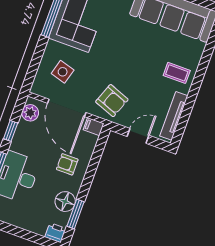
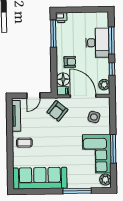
armchair: (112, 101) -> (57, 111), turned -72
floor lamp: (65, 202) -> (63, 79), moved
window: (75, 214) -> (53, 34), width x1.44

